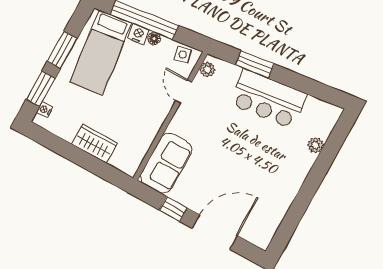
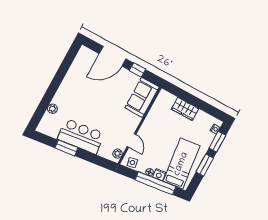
window: (255, 64) -> (66, 148), moved

